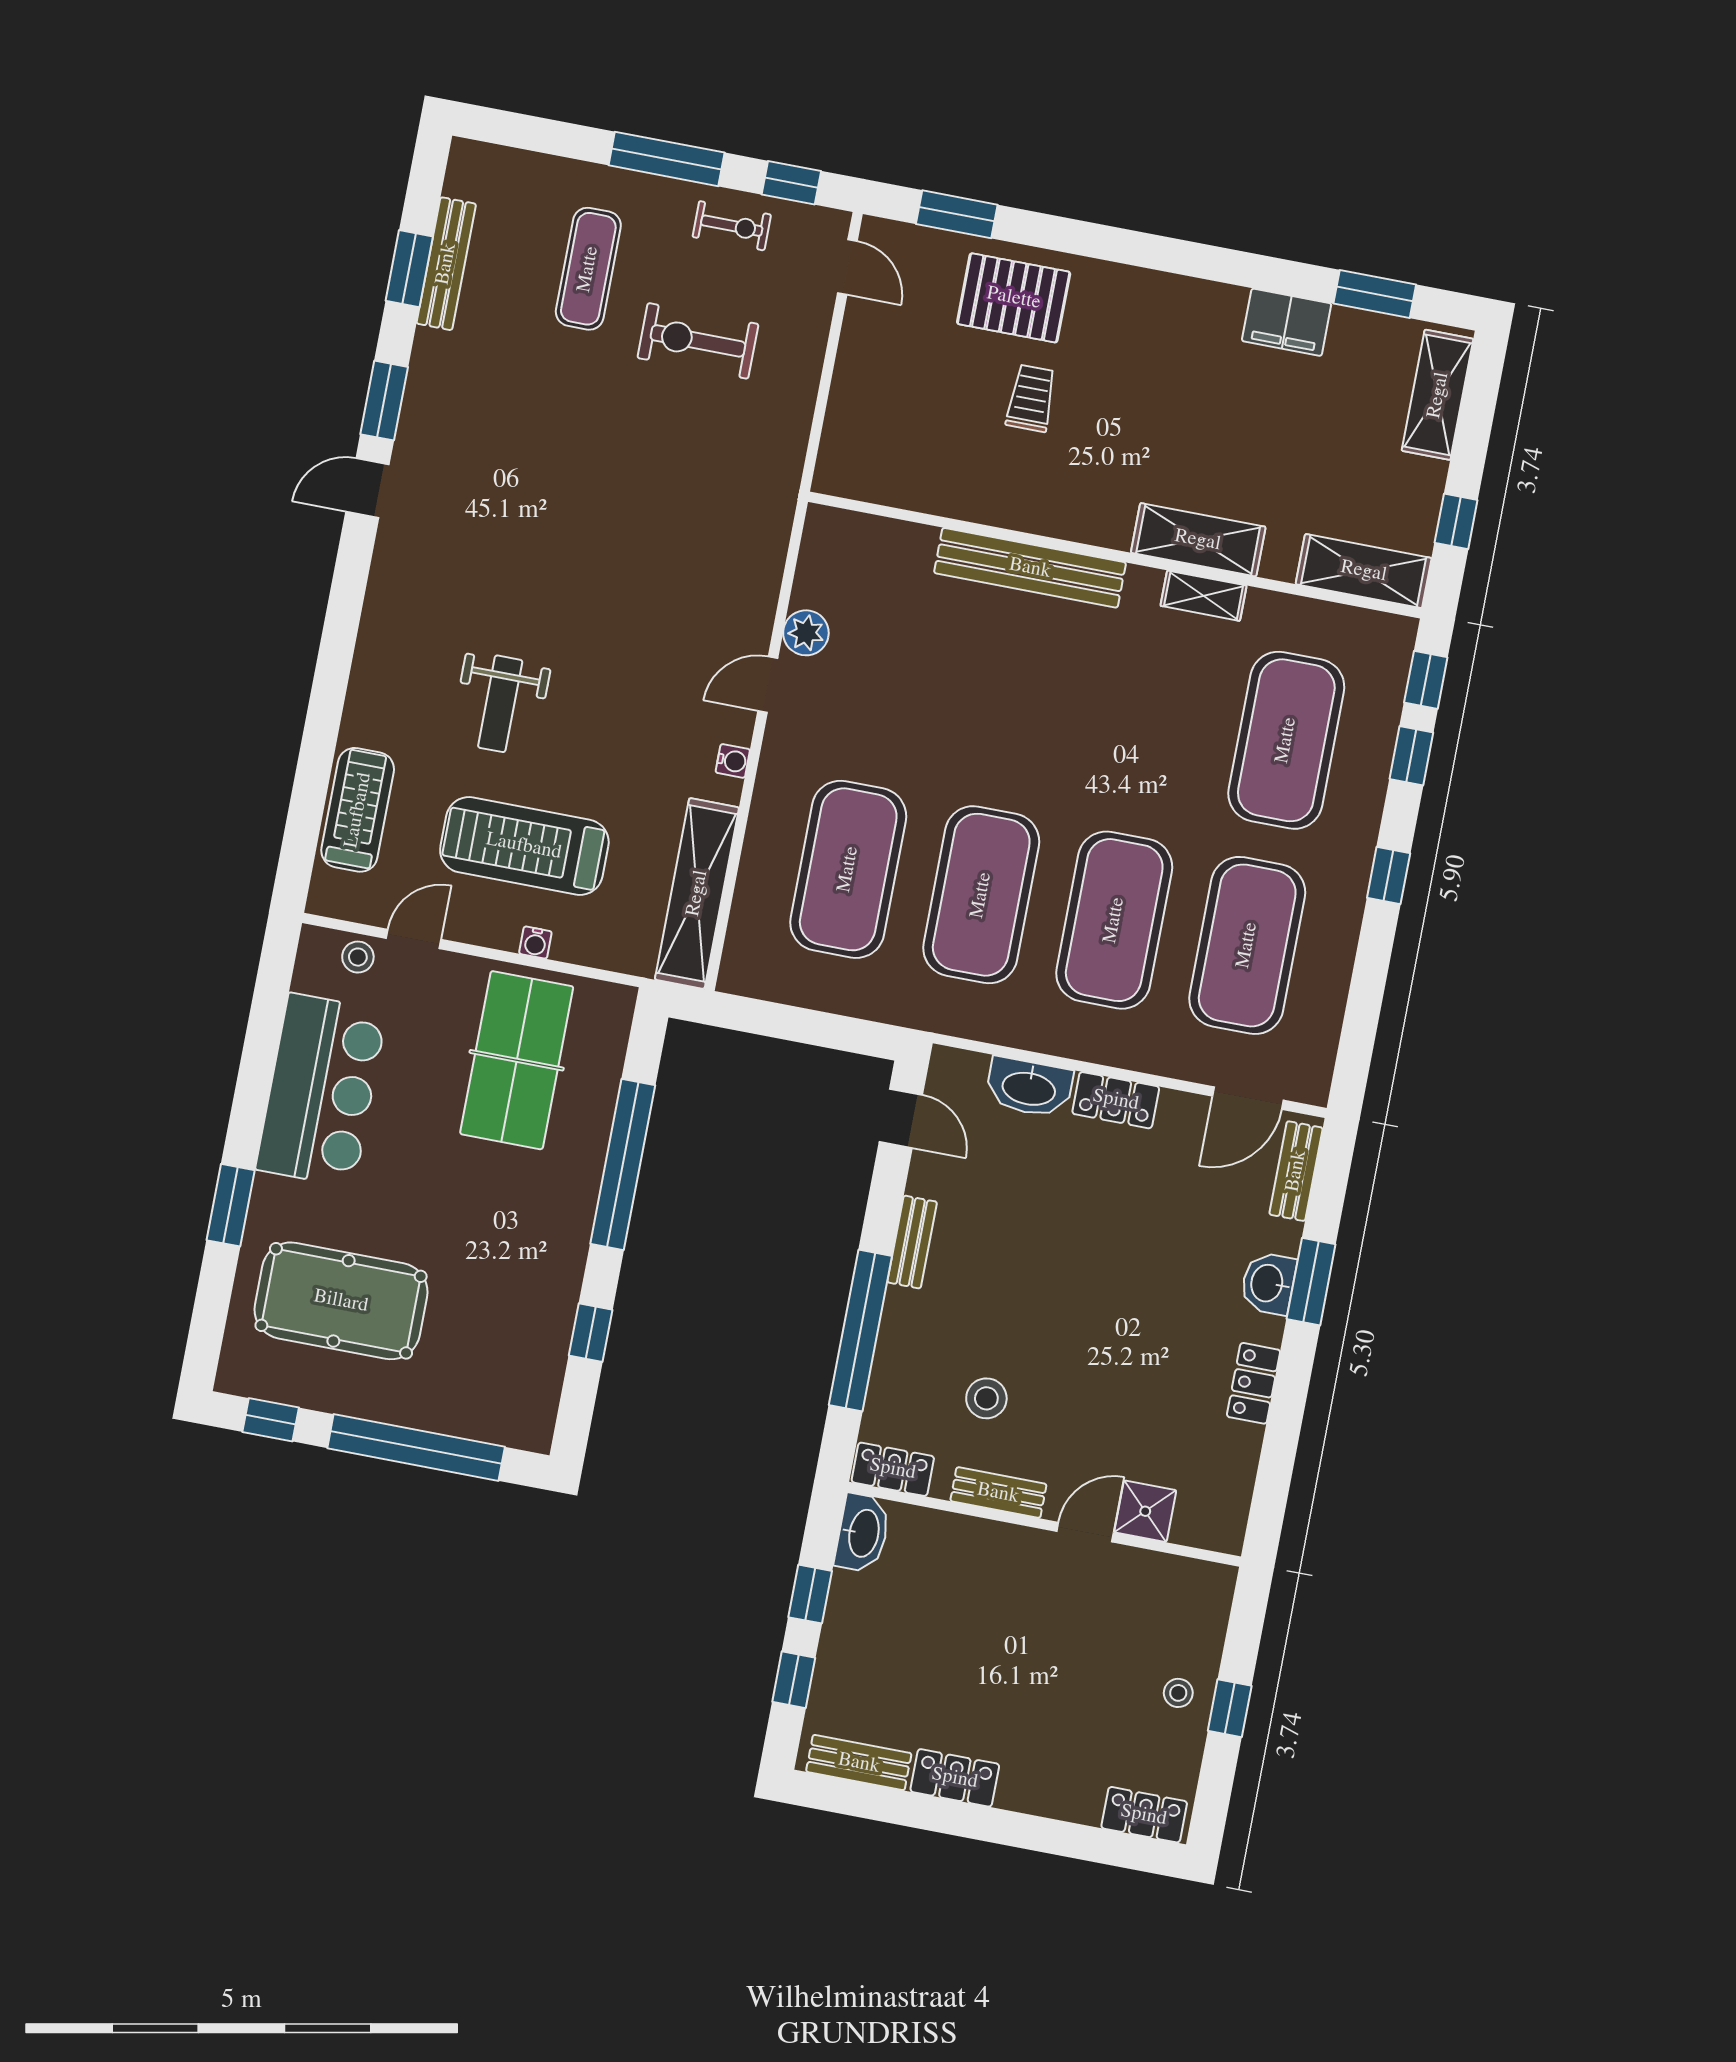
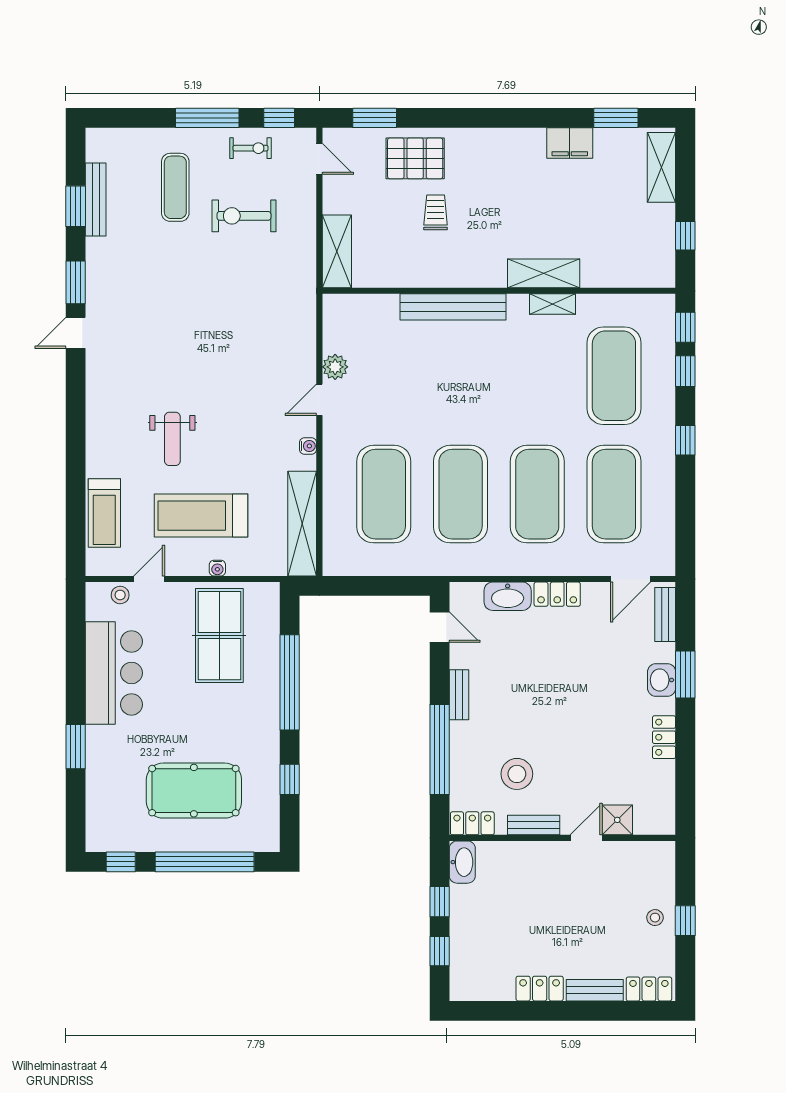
shelving: (1364, 571) -> (337, 251), moved, turned 90
treadmill: (358, 810) -> (104, 513), turned 180
pool table: (341, 1301) -> (194, 791), moved
stool: (986, 1398) -> (517, 774), width x1.38, depth x1.38
bench: (859, 1763) -> (595, 990), moved

